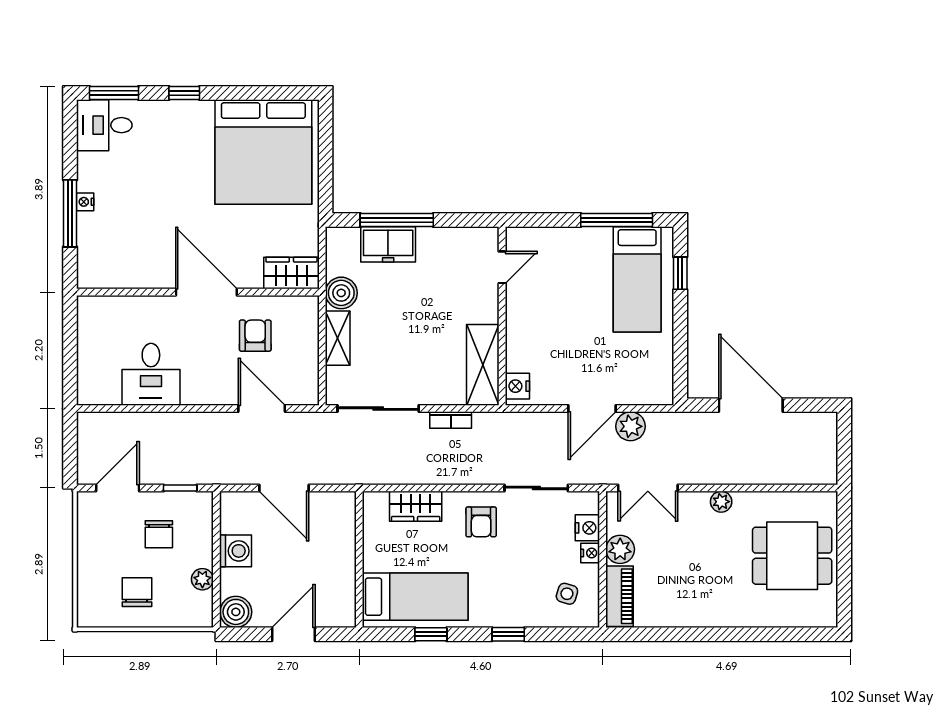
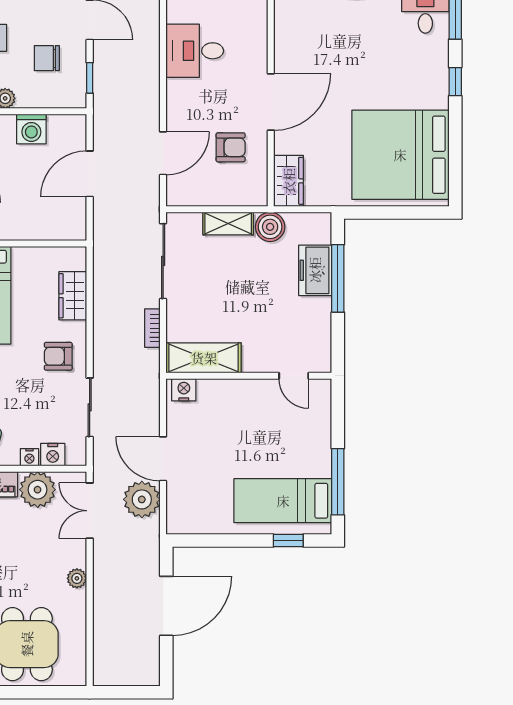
plant: (631, 426) -> (142, 499), width x1.36, depth x1.36
plant: (620, 549) -> (38, 490), width x1.36, depth x1.36

